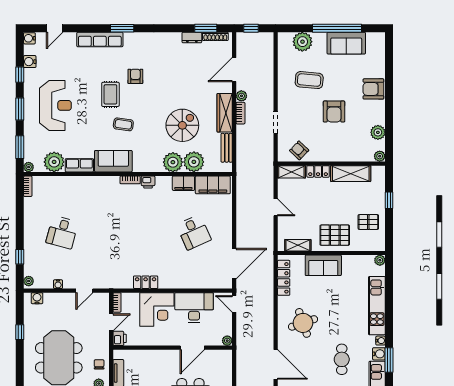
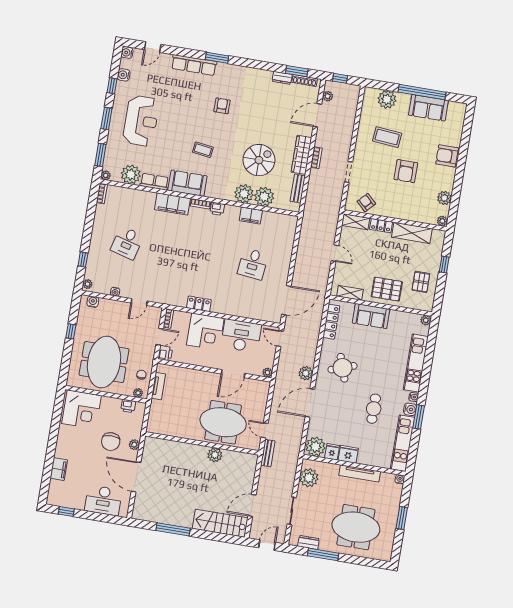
rug: (110, 94) -> (195, 119), removed
plant: (241, 96) -> (328, 96), moved
filing cabinet: (213, 185) -> (172, 204), moved
pallet: (368, 222) -> (421, 282), turned 90
desk: (194, 232) -> (253, 264), turned 30
plant: (266, 335) -> (306, 373), added
door: (276, 364) -> (310, 403), swing flipped

